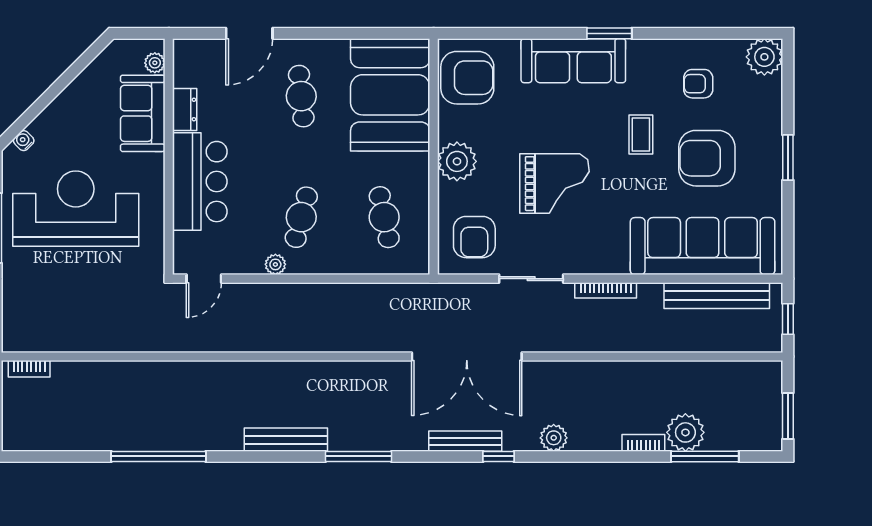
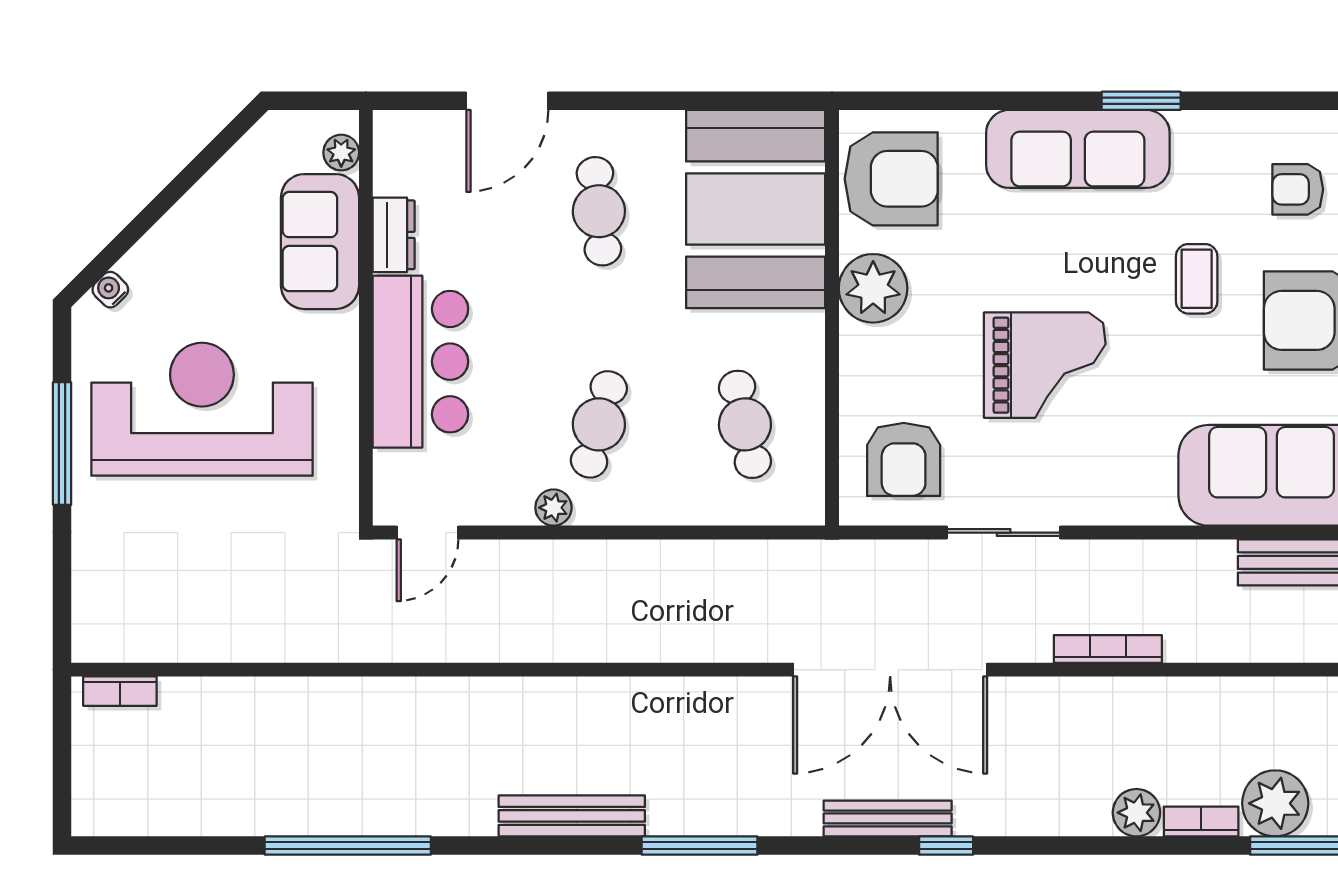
plant: (457, 161) -> (873, 288), moved
bookcase: (606, 290) -> (1108, 649), moved, turned 180
plant: (554, 438) -> (1136, 813), moved

